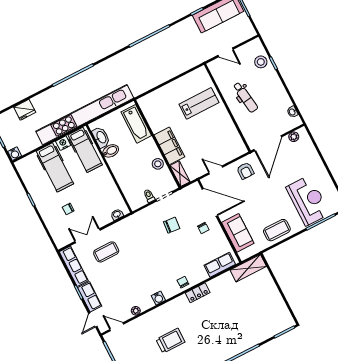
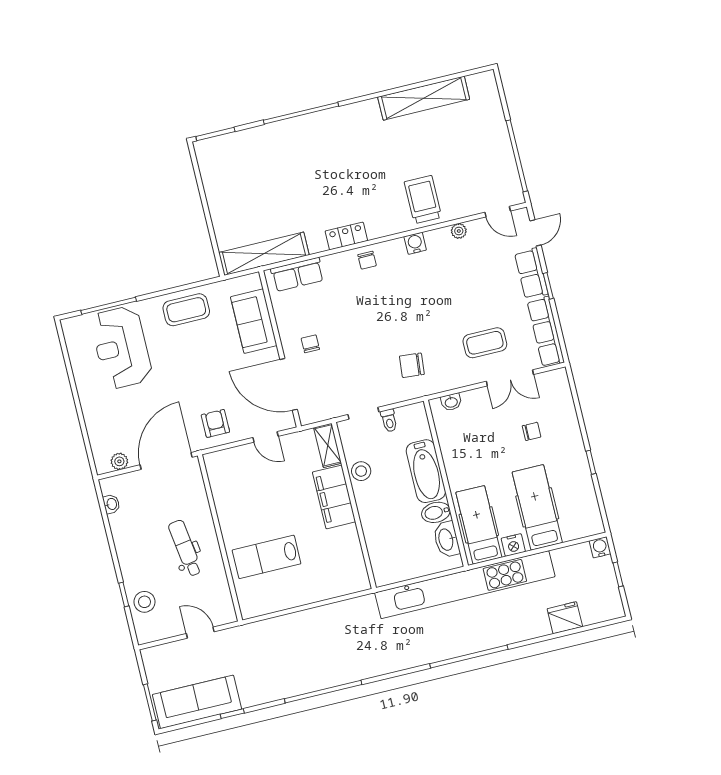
bathtub: (136, 124) -> (426, 471), moved, turned 180
chair: (172, 225) -> (412, 365), moved
shelving: (248, 268) -> (264, 254), width x1.47
trolley: (170, 341) -> (423, 200), moved, turned 90

